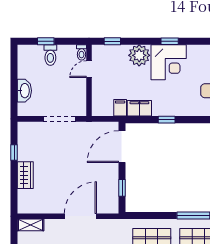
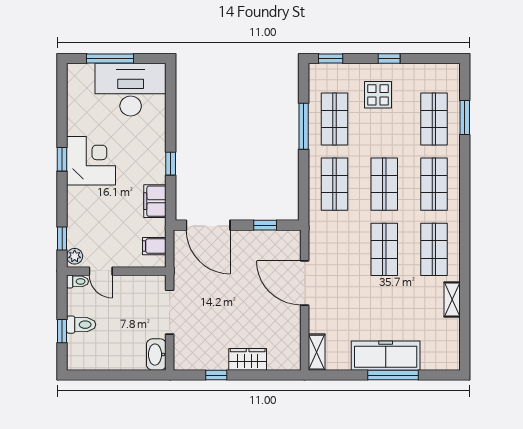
plant: (139, 55) -> (75, 256), moved, width x0.53, depth x0.53
washbasin: (24, 91) -> (156, 355), moved, turned -90
filing cabinet: (120, 108) -> (154, 246), moved

